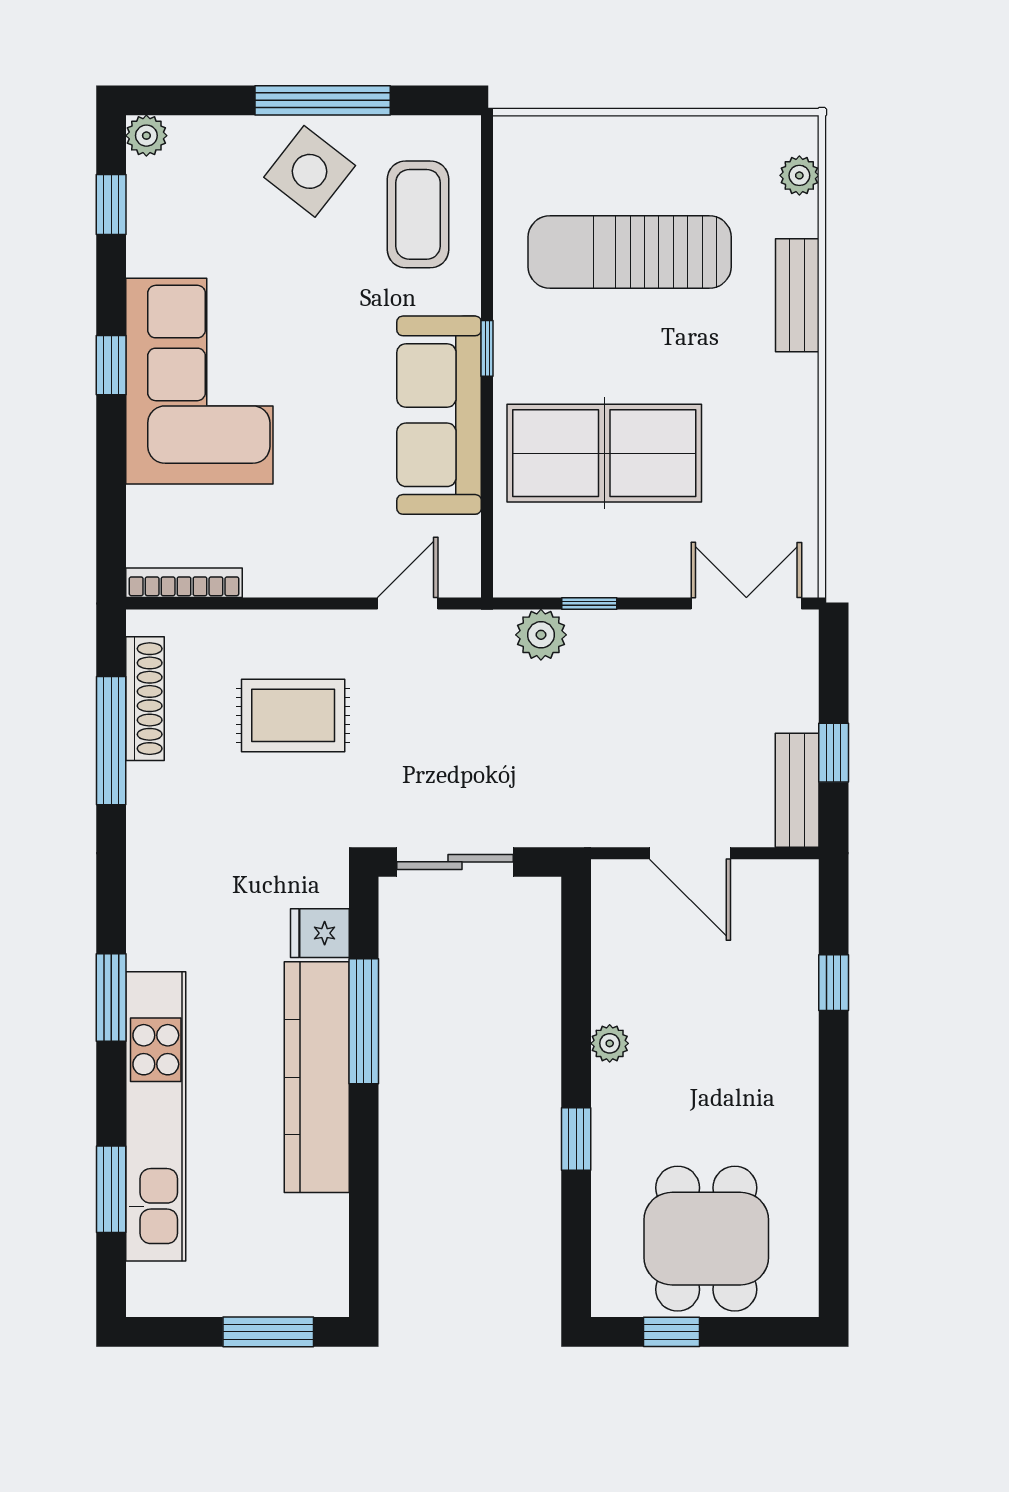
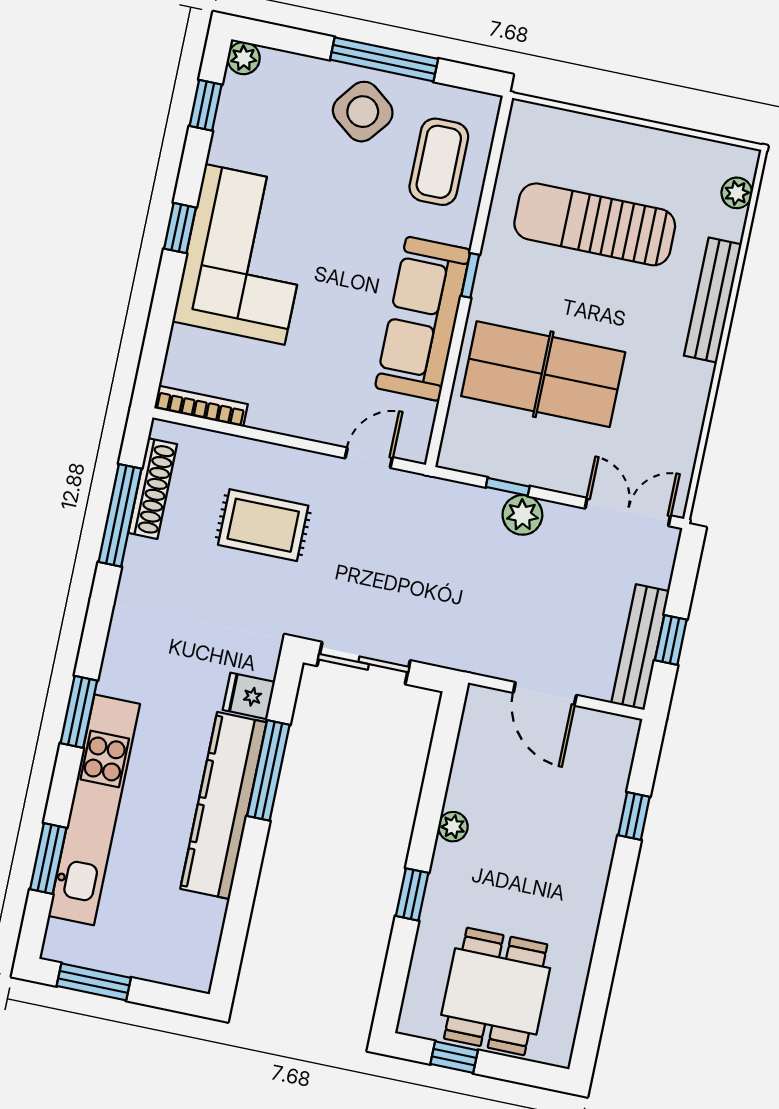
bench: (797, 295) -> (713, 300), width x1.36
plant: (541, 635) -> (522, 515), moved
bench: (797, 790) -> (640, 647), width x1.36
window: (268, 1332) -> (94, 982), moved

